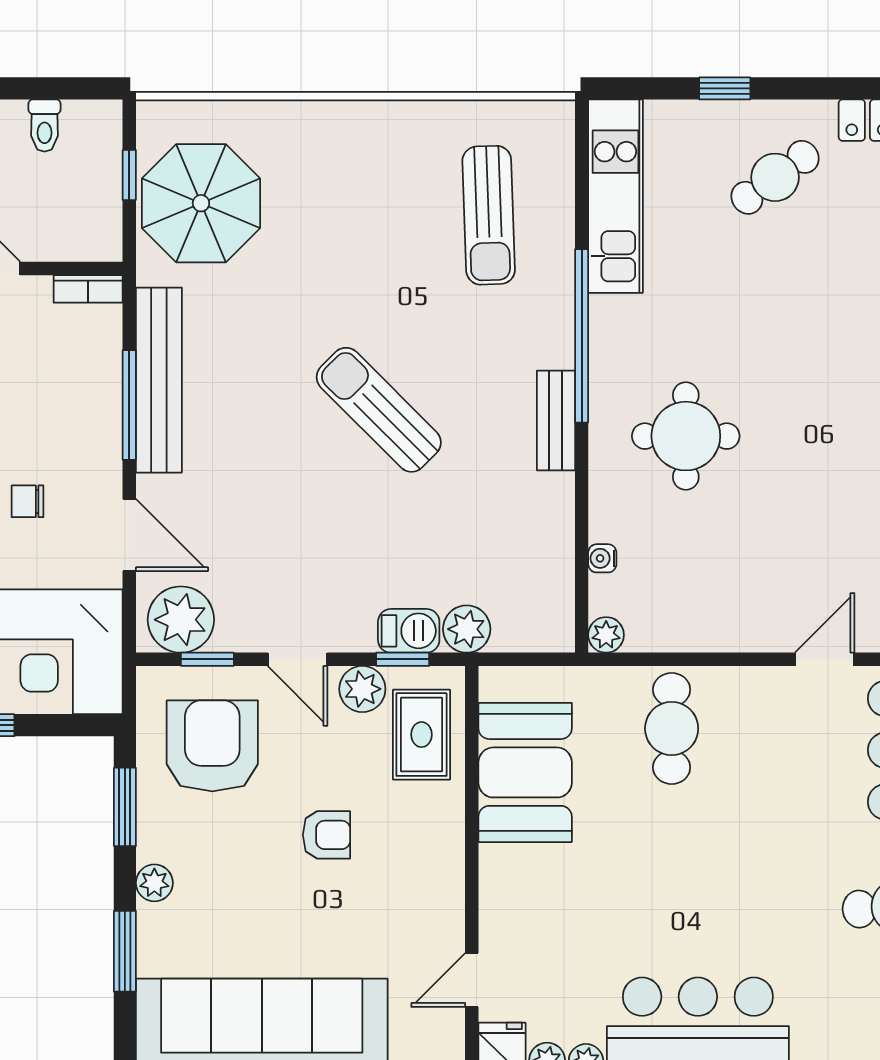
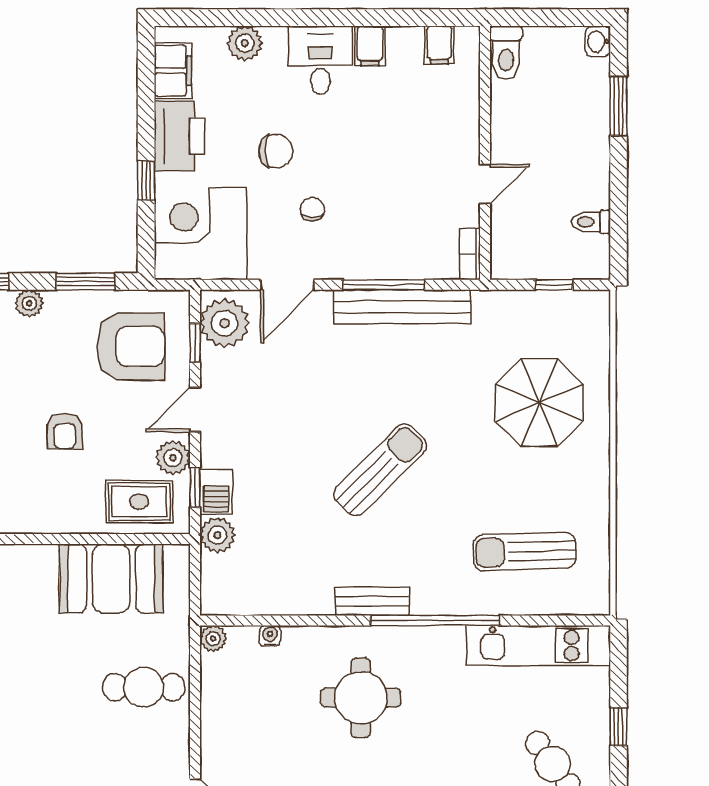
parasol: (201, 203) -> (539, 403), moved

